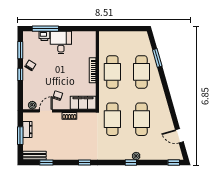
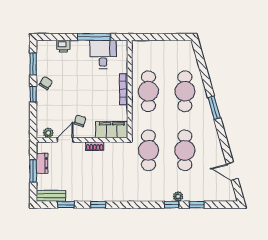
window: (45, 29) -> (94, 37), moved
desk: (61, 42) -> (103, 54), moved
window: (157, 58) -> (214, 108), moved
window: (85, 163) -> (98, 205), moved
window: (174, 163) -> (197, 205), moved

